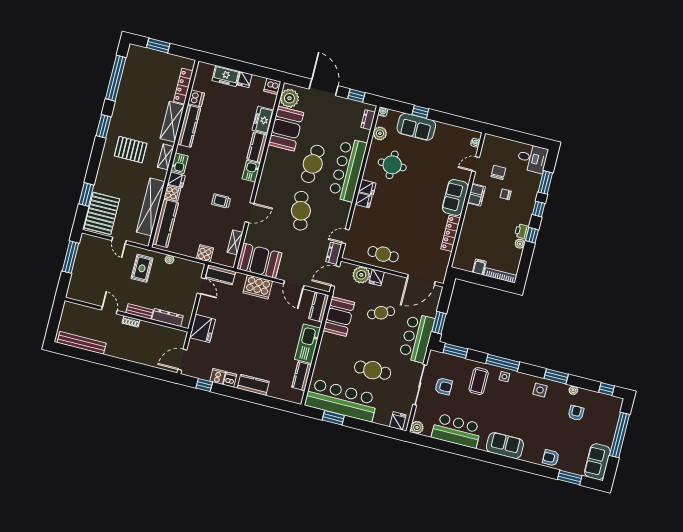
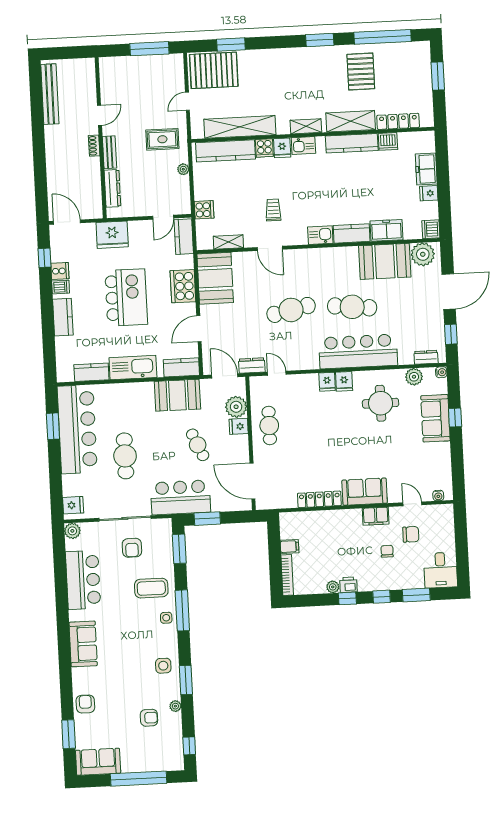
pallet: (131, 150) -> (361, 71), moved
kitchen island: (253, 332) -> (126, 297), added

